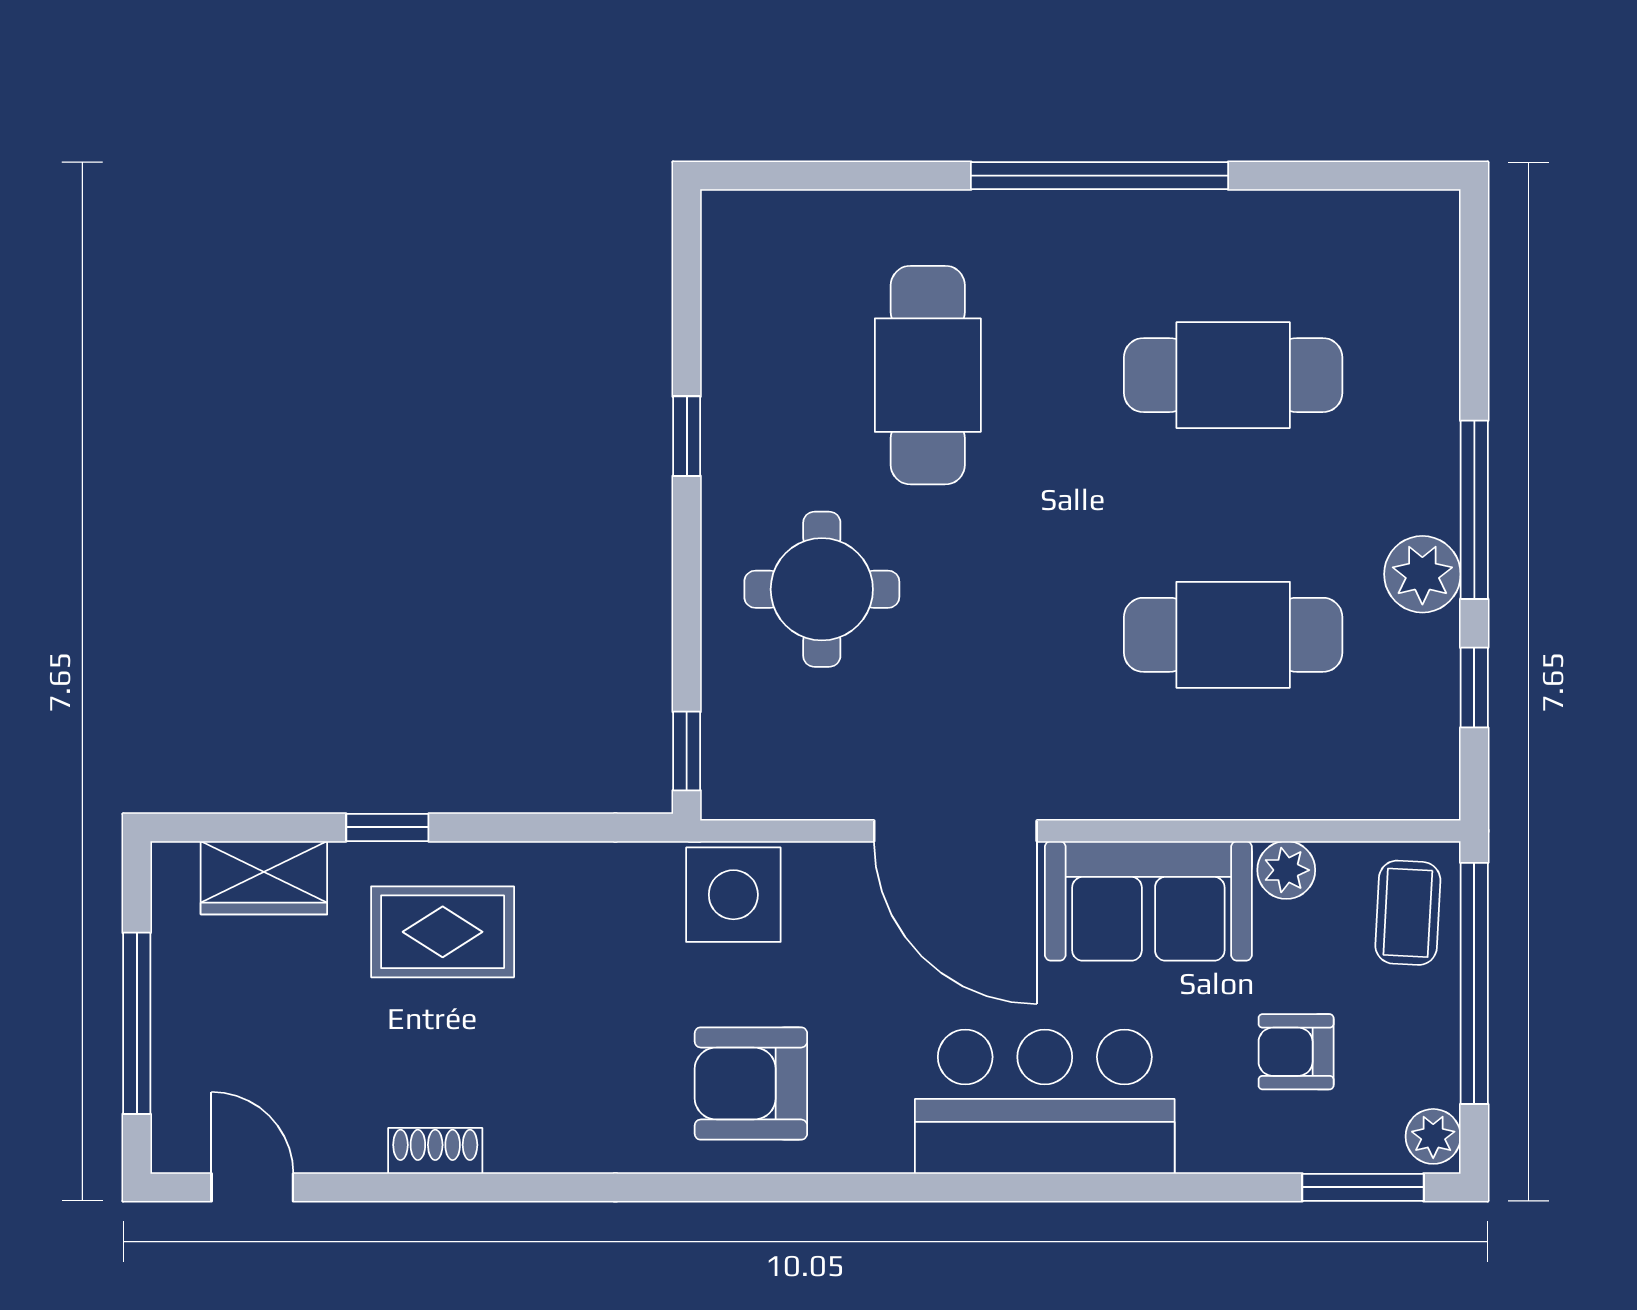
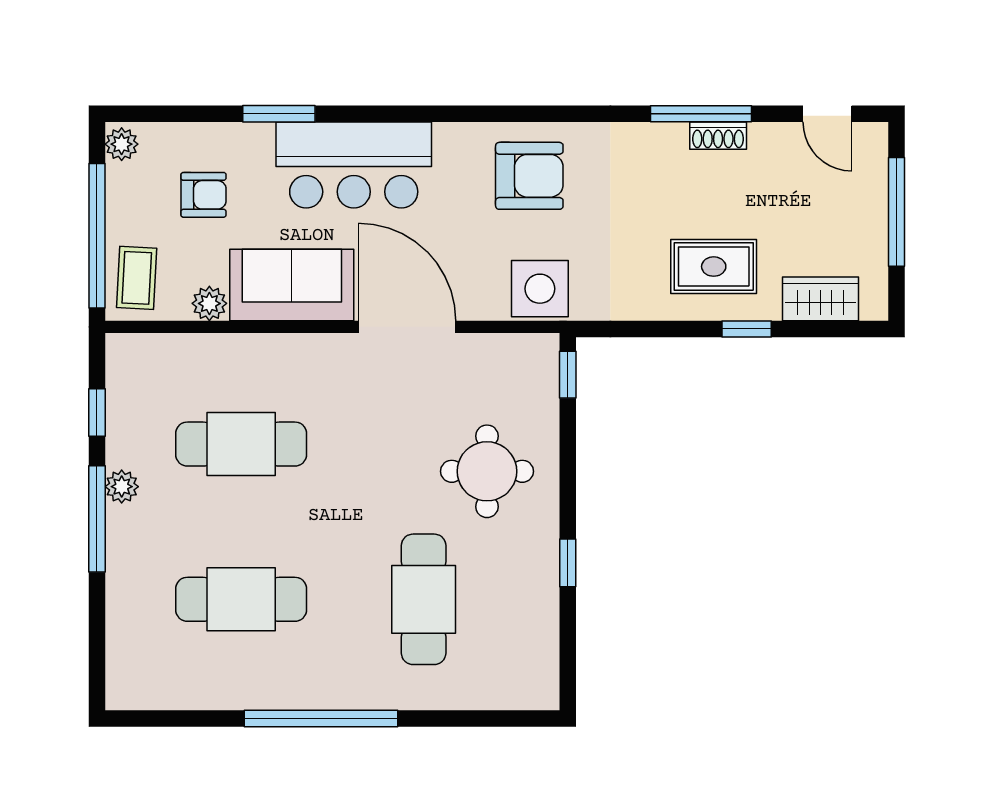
plant: (1422, 574) -> (122, 487), width x0.73, depth x0.73
window: (464, 1187) -> (701, 114), added
window: (1363, 1187) -> (279, 114), moved

